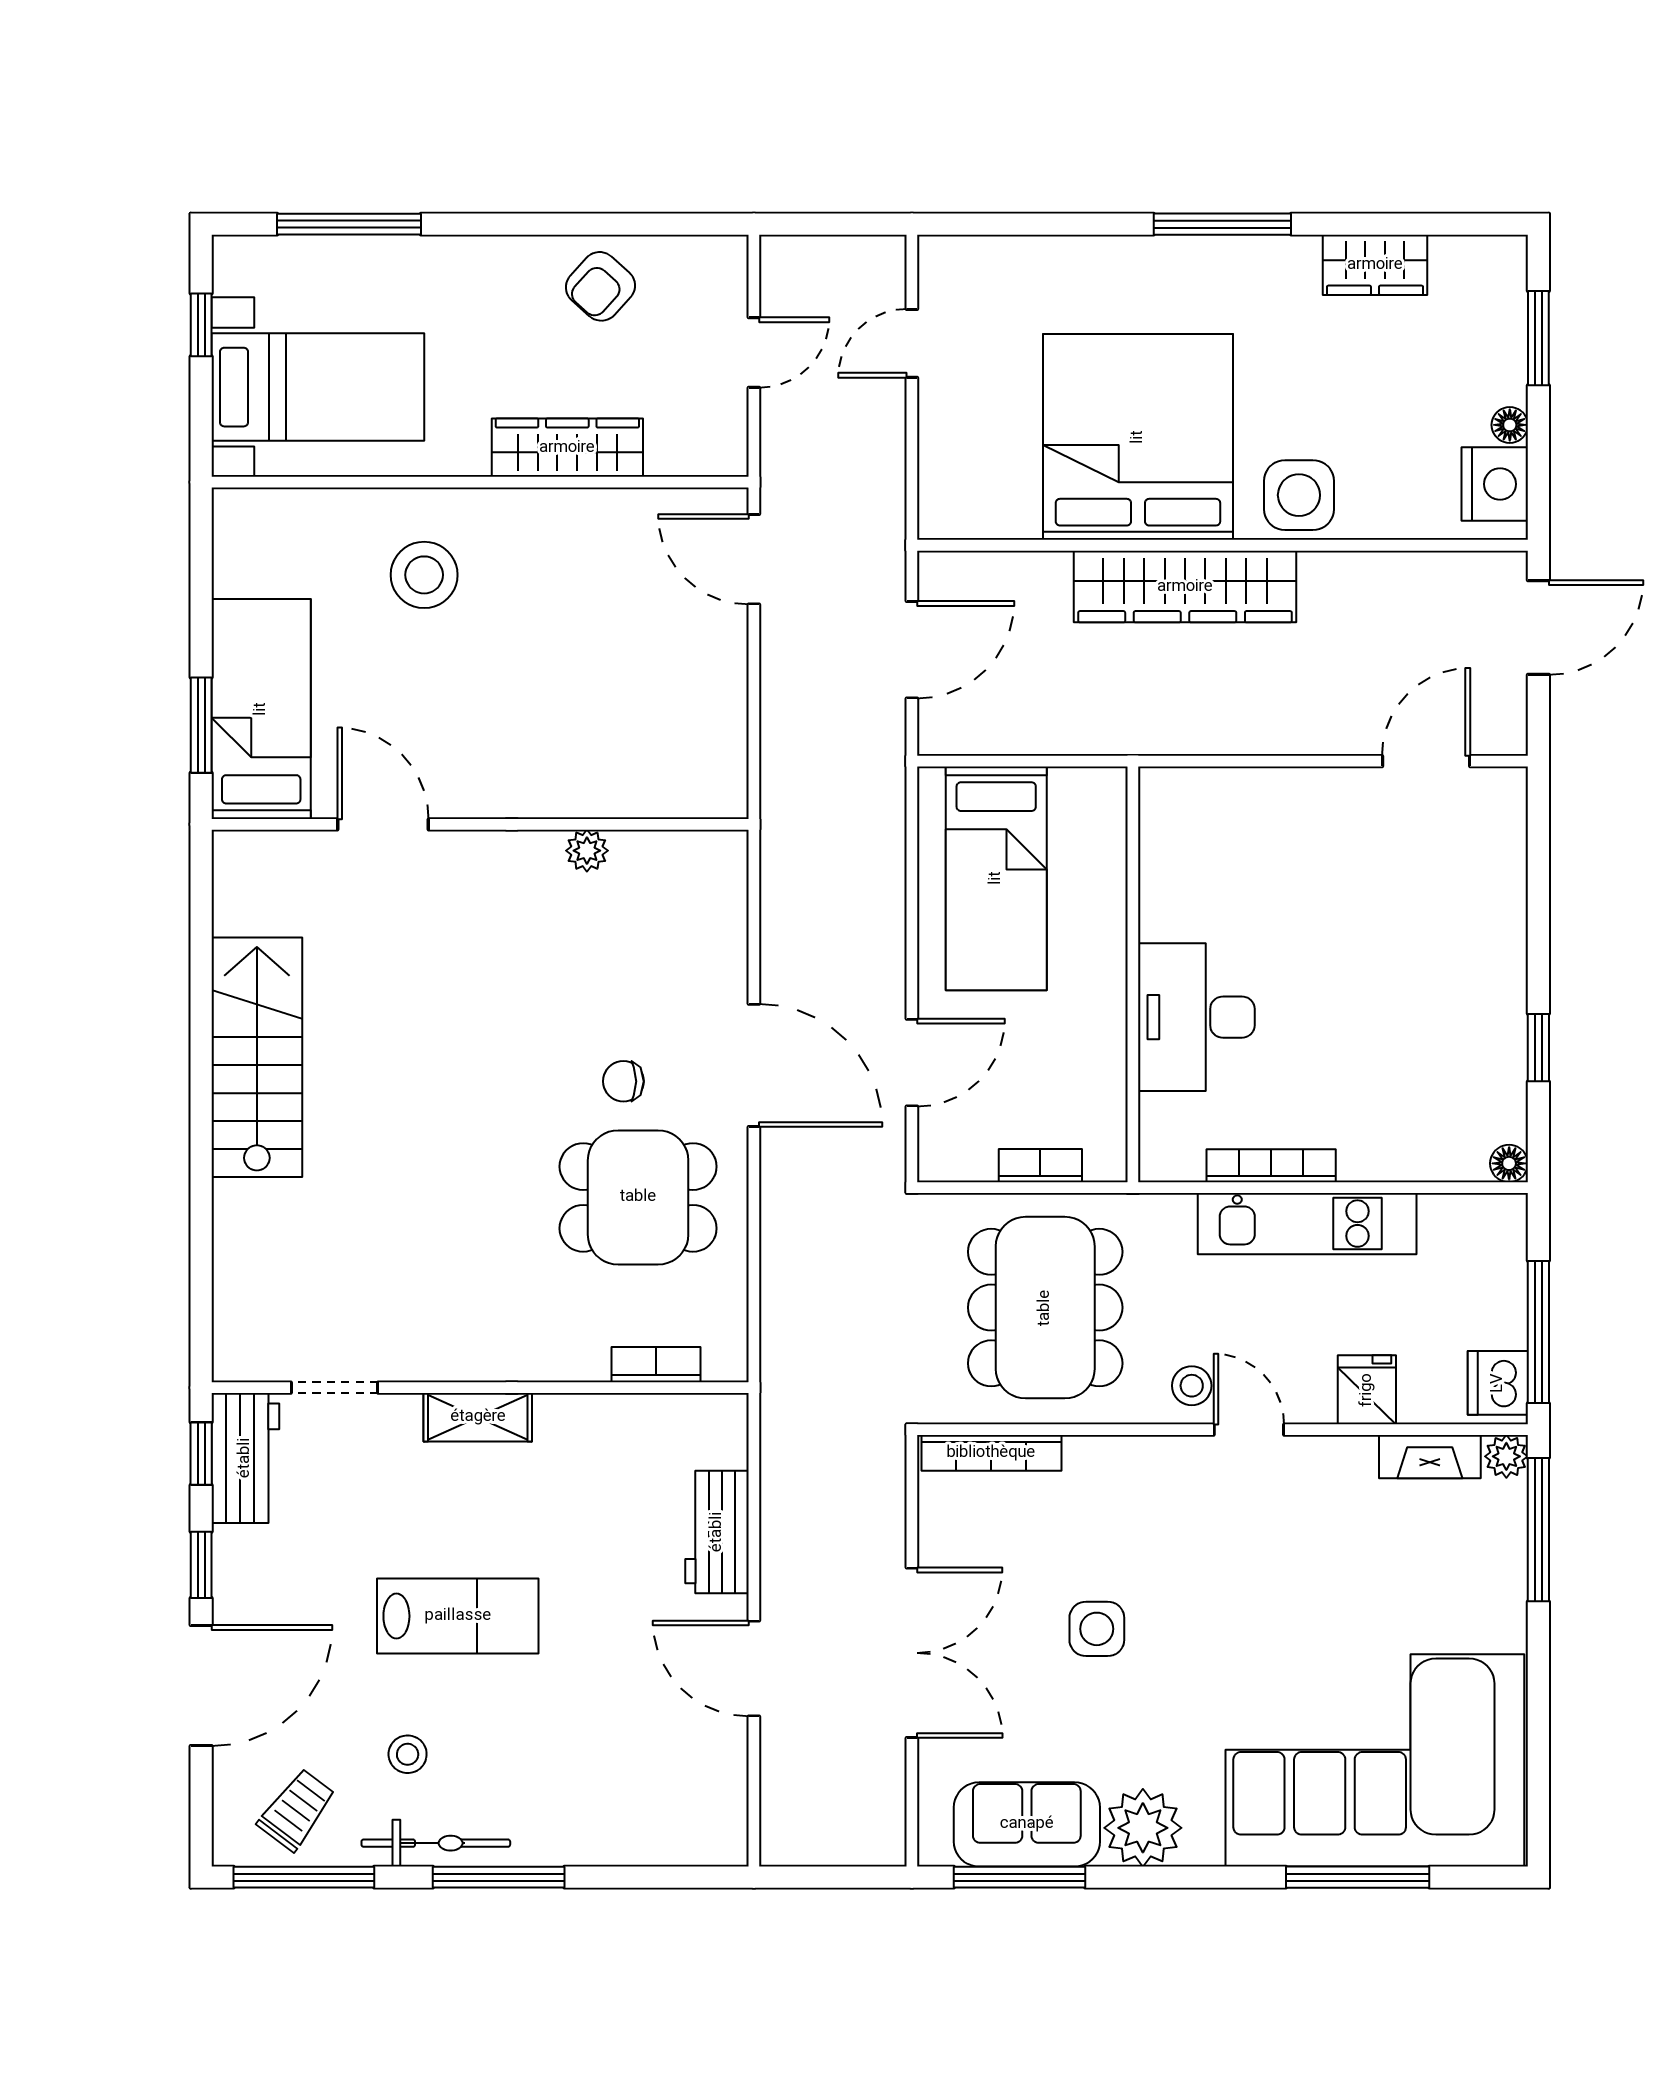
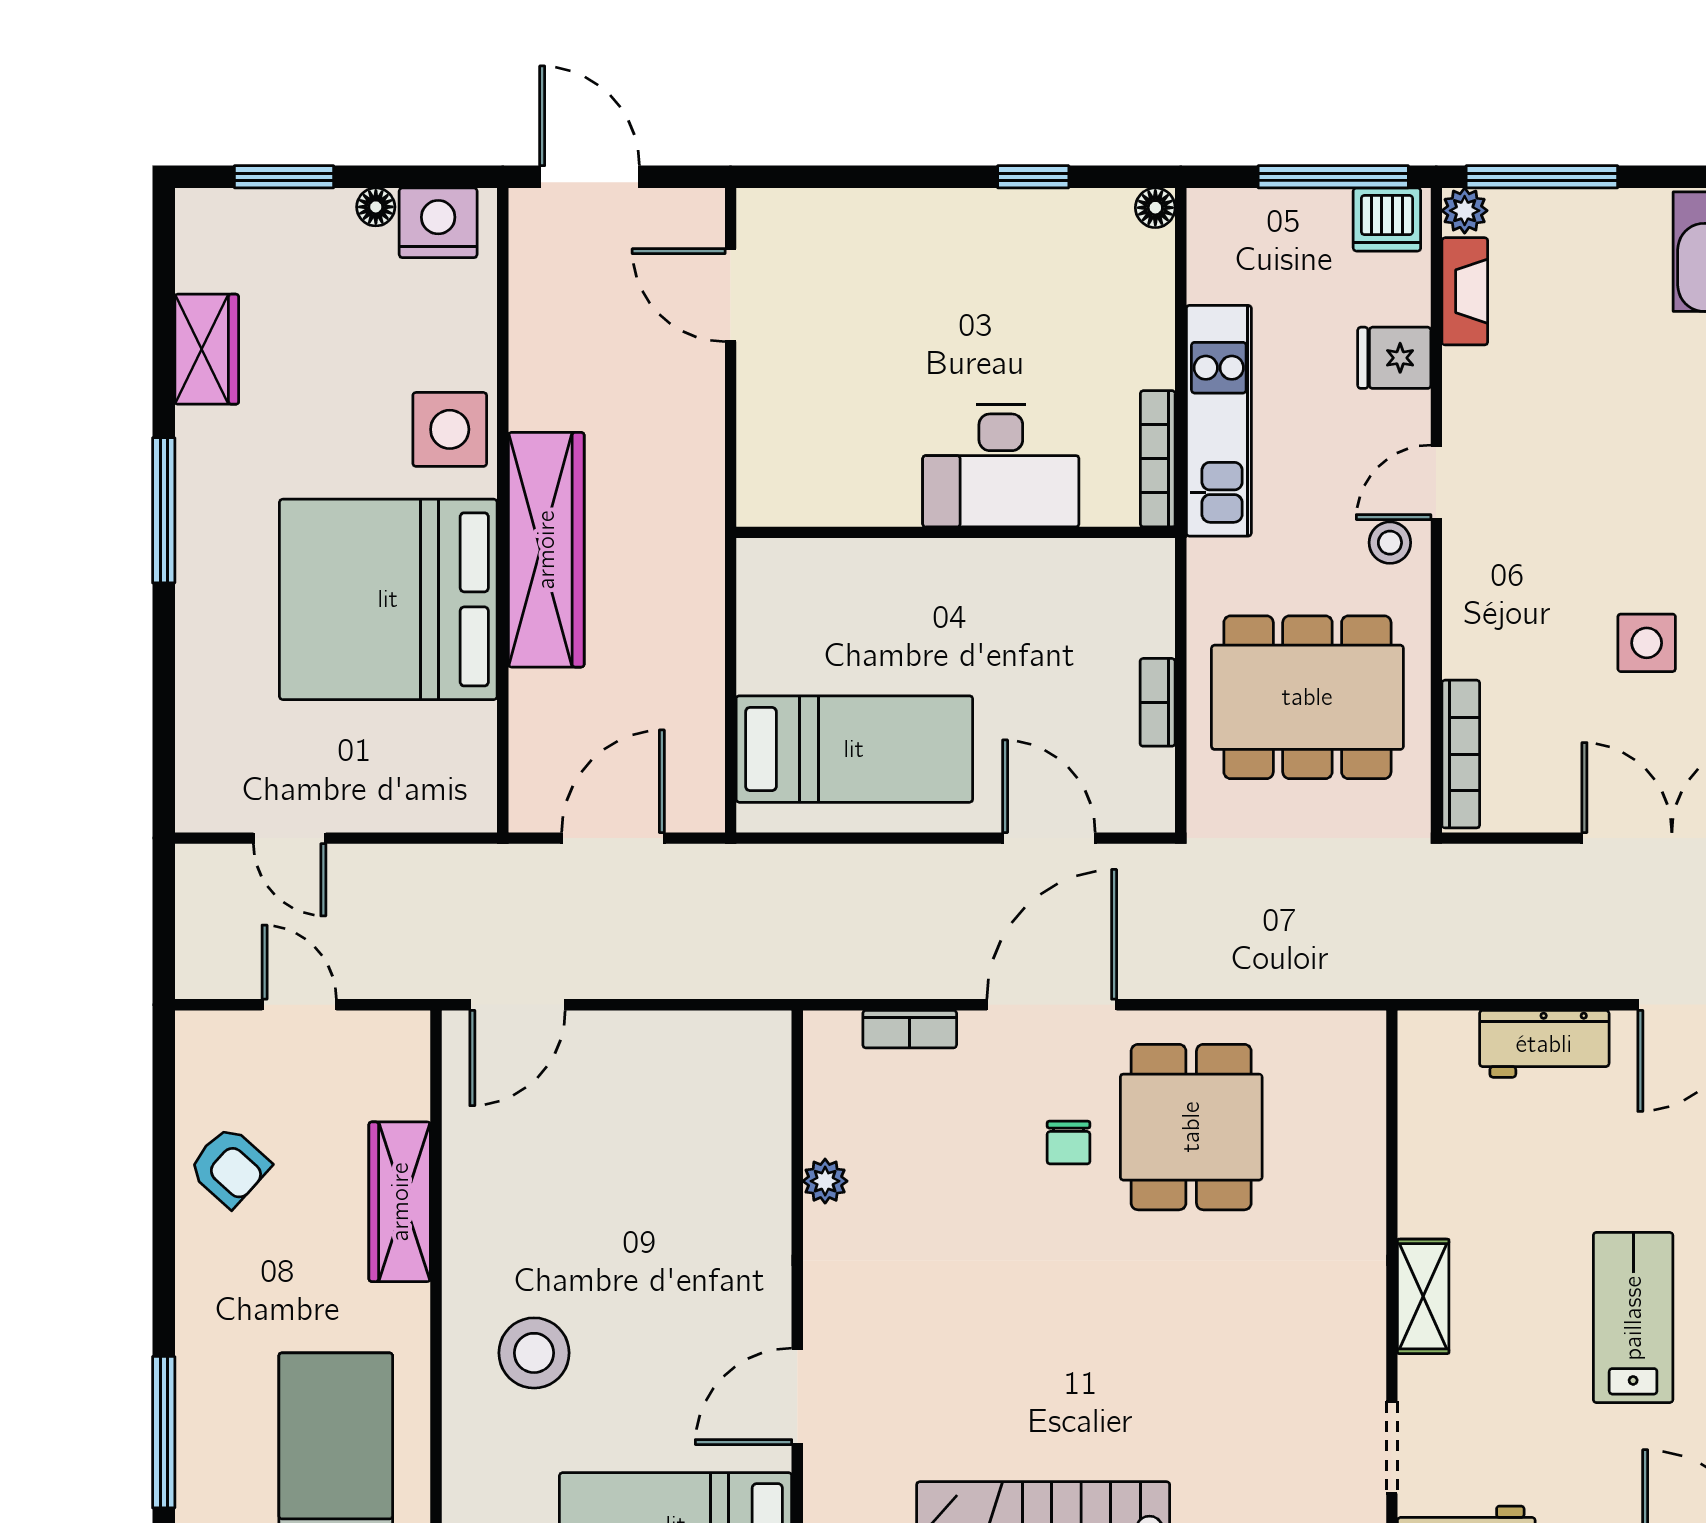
door: (912, 650) -> (613, 838), hinge flipped
wall: (1133, 974) -> (956, 532), moved
desk: (1196, 1017) -> (1001, 465), moved
bookcase: (656, 1365) -> (910, 1029), moved, turned -90

